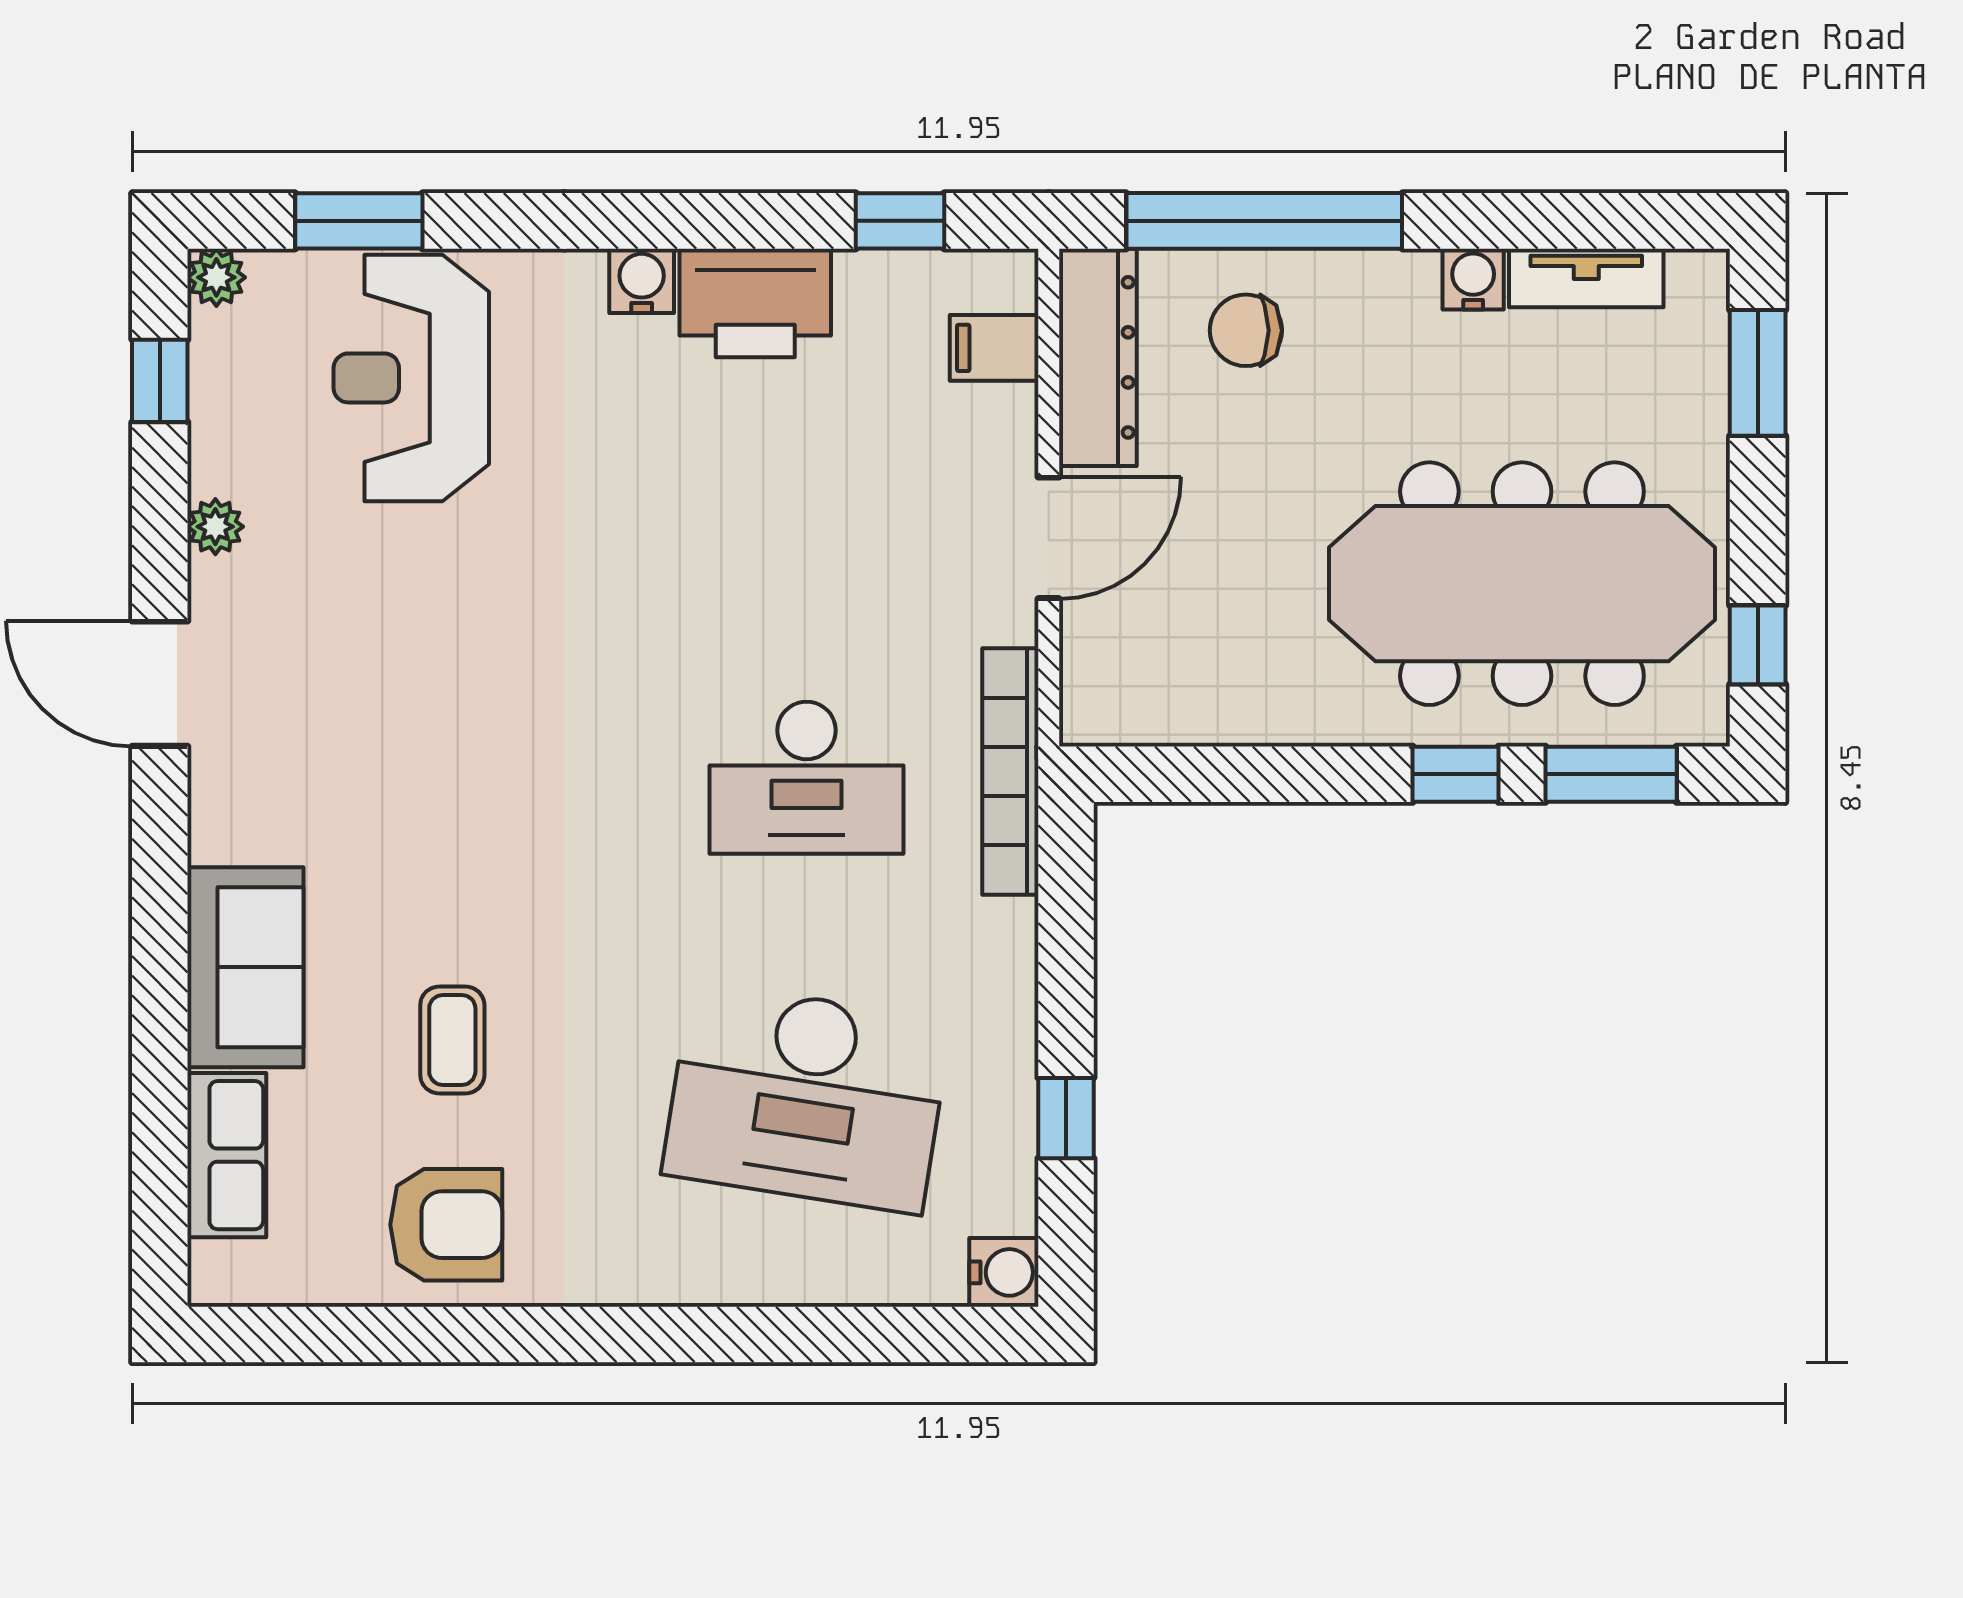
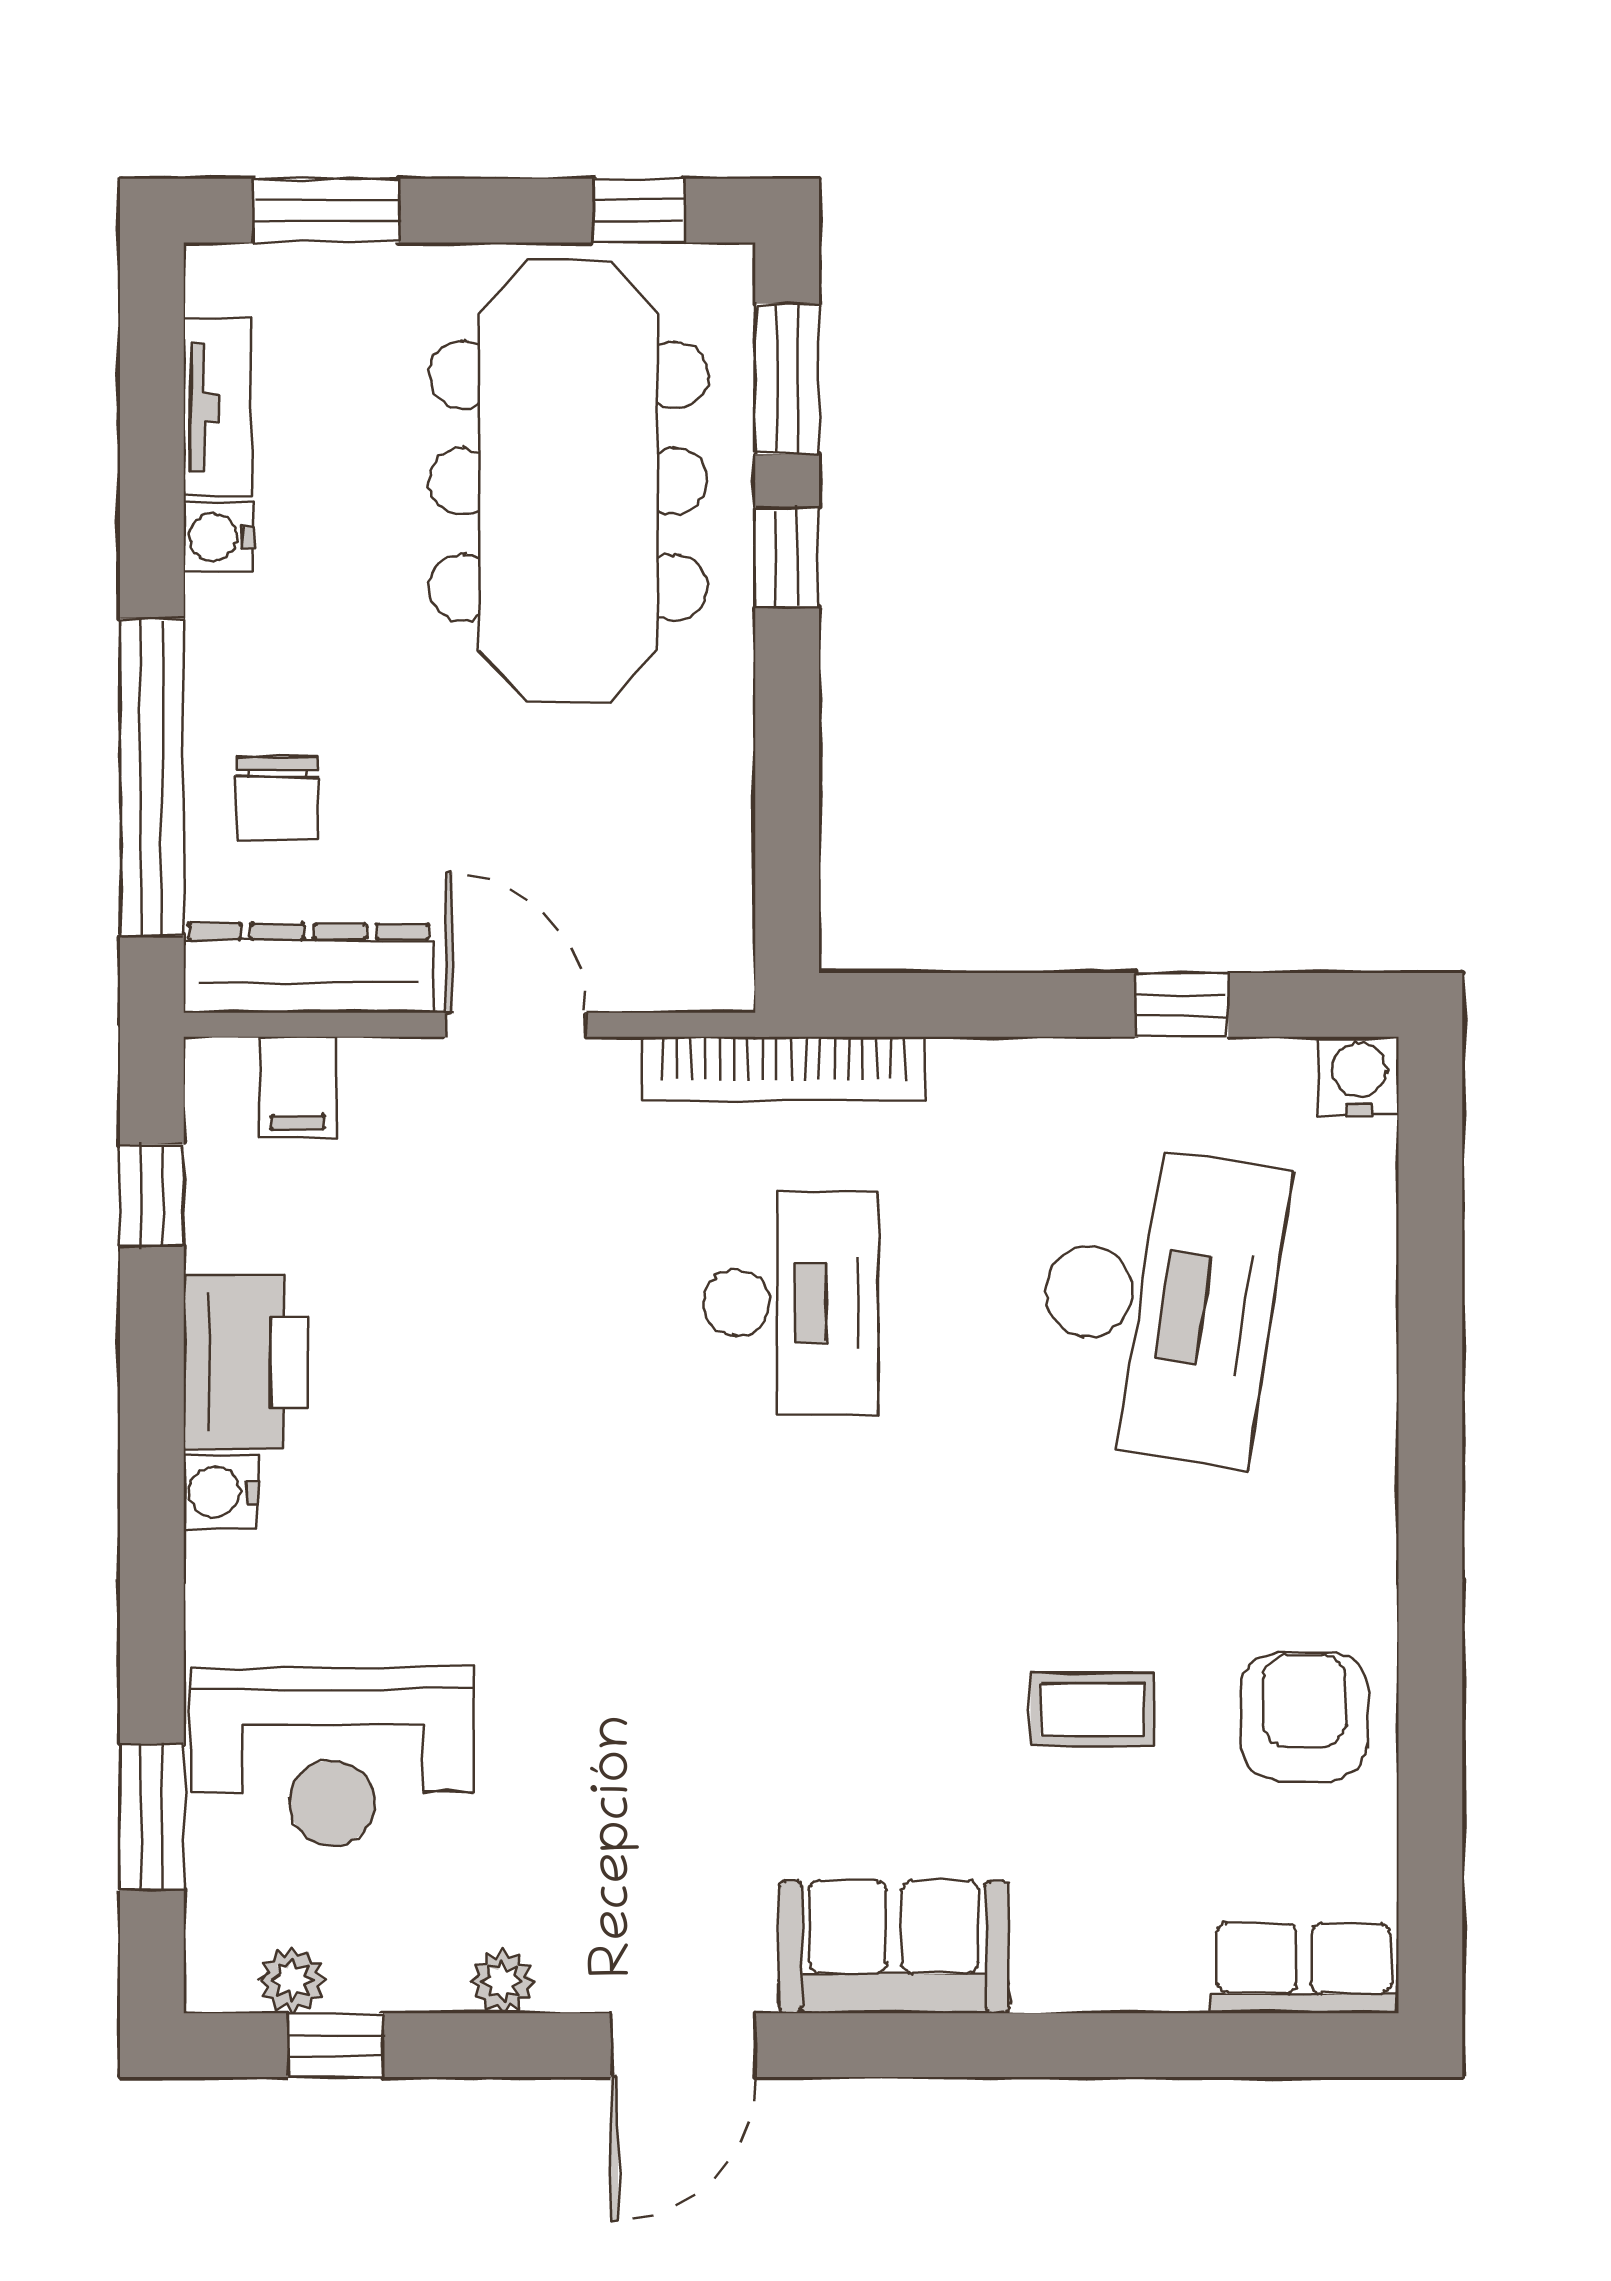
plant: (216, 277) -> (292, 1980), moved
sofa: (245, 967) -> (894, 1947), moved
row of seats: (227, 1155) -> (1304, 1968), moved

